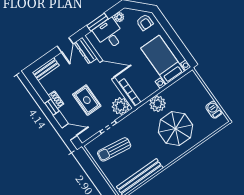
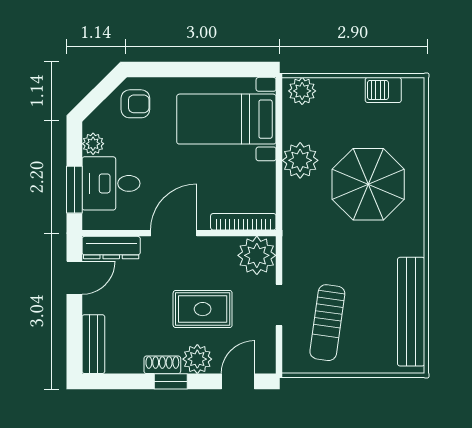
door: (65, 45) -> (74, 278), hinge flipped
plant: (193, 80) -> (302, 91), added
plant: (158, 104) -> (300, 160), moved
plant: (67, 111) -> (197, 359), added

